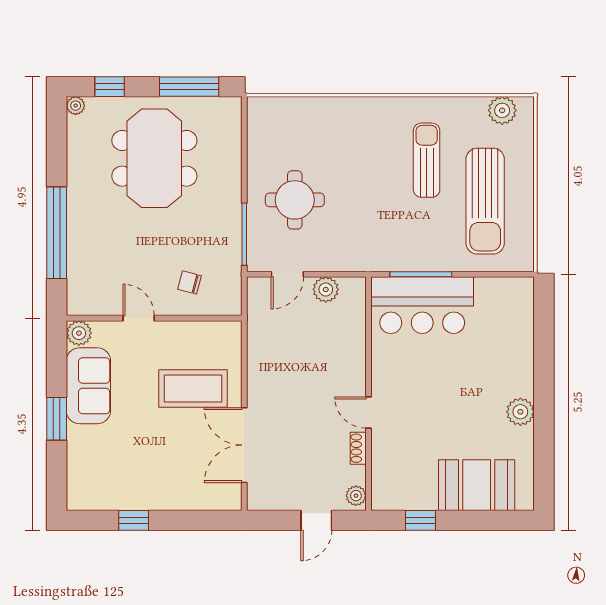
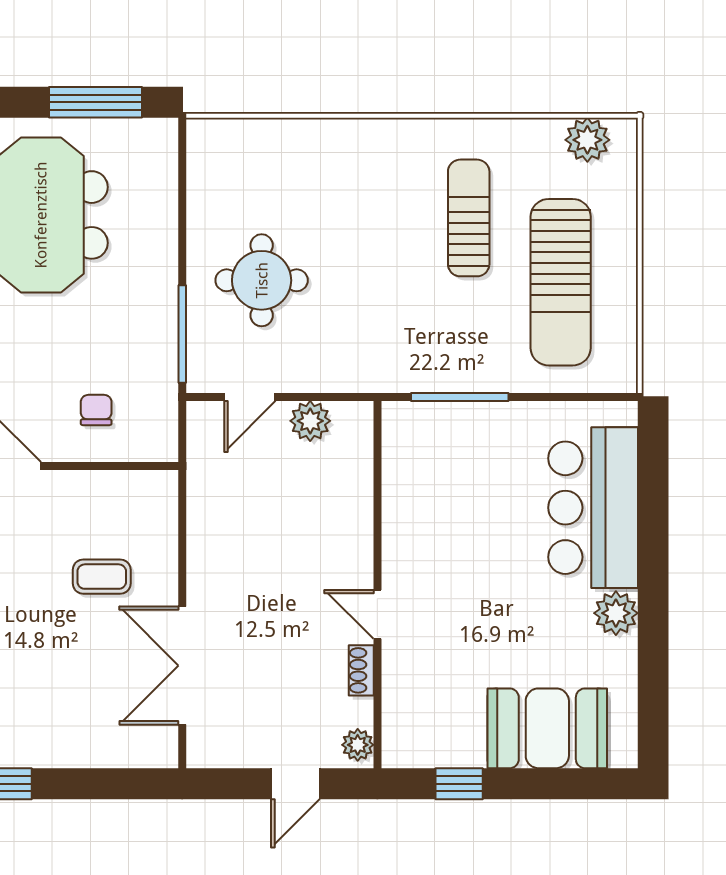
chair: (189, 282) -> (96, 410), turned 75
bar counter: (422, 305) -> (593, 508), moved, turned 90
coffee table: (193, 389) -> (102, 577), width x0.54, depth x0.58

